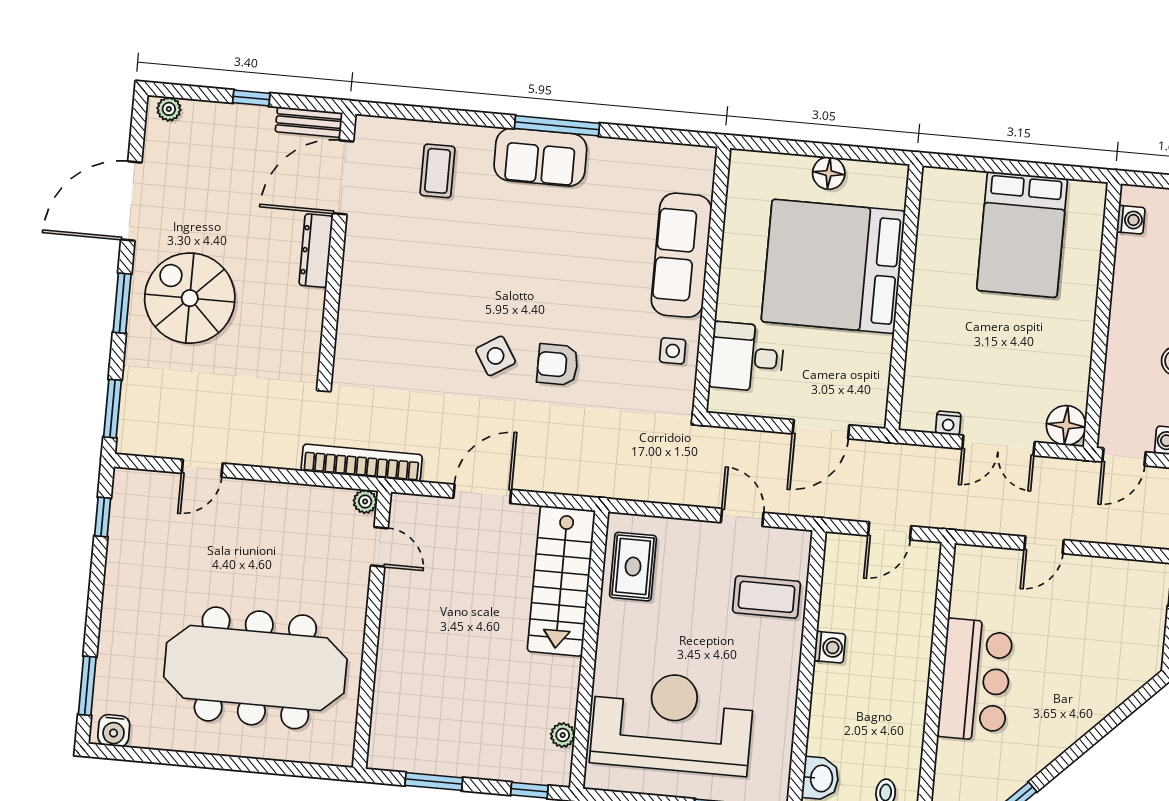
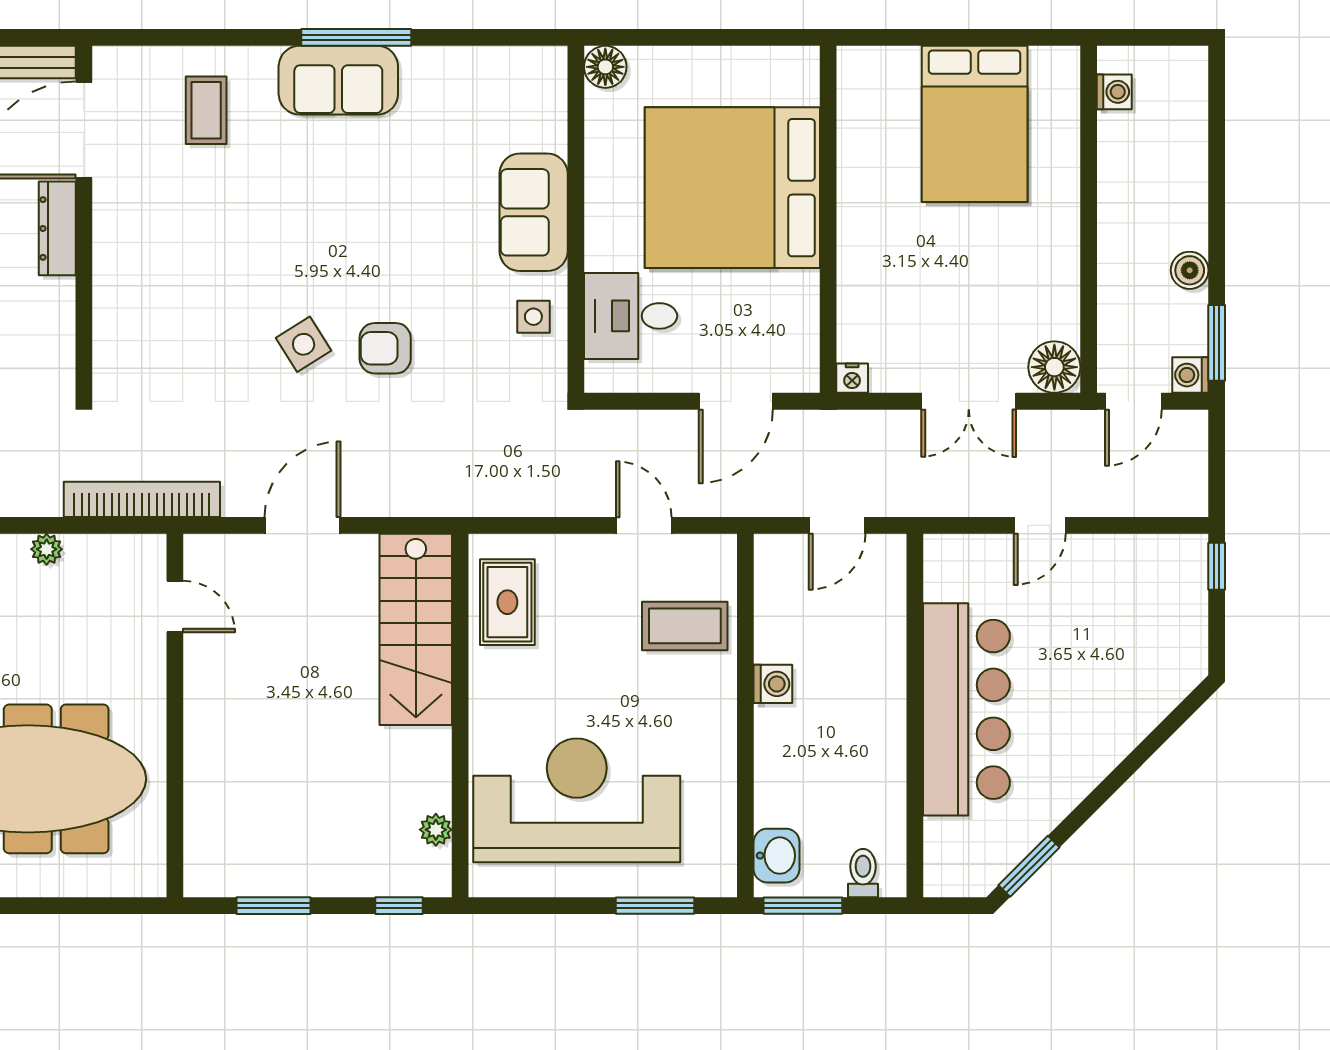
floor lamp: (829, 173) -> (605, 67), moved
sofa: (681, 255) -> (534, 212), width x0.73
nightstand: (948, 423) -> (852, 378), moved
plant: (365, 502) -> (47, 549), moved
bar counter: (975, 680) -> (966, 709), width x1.36

